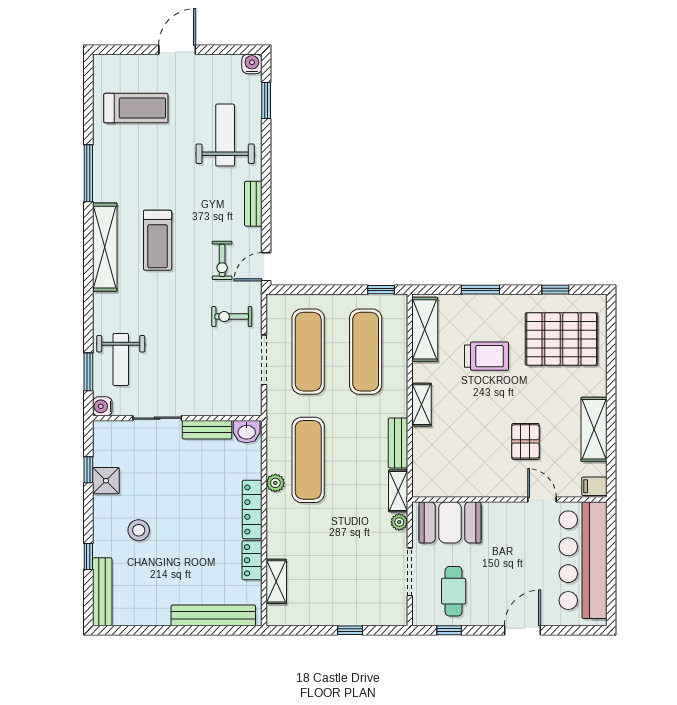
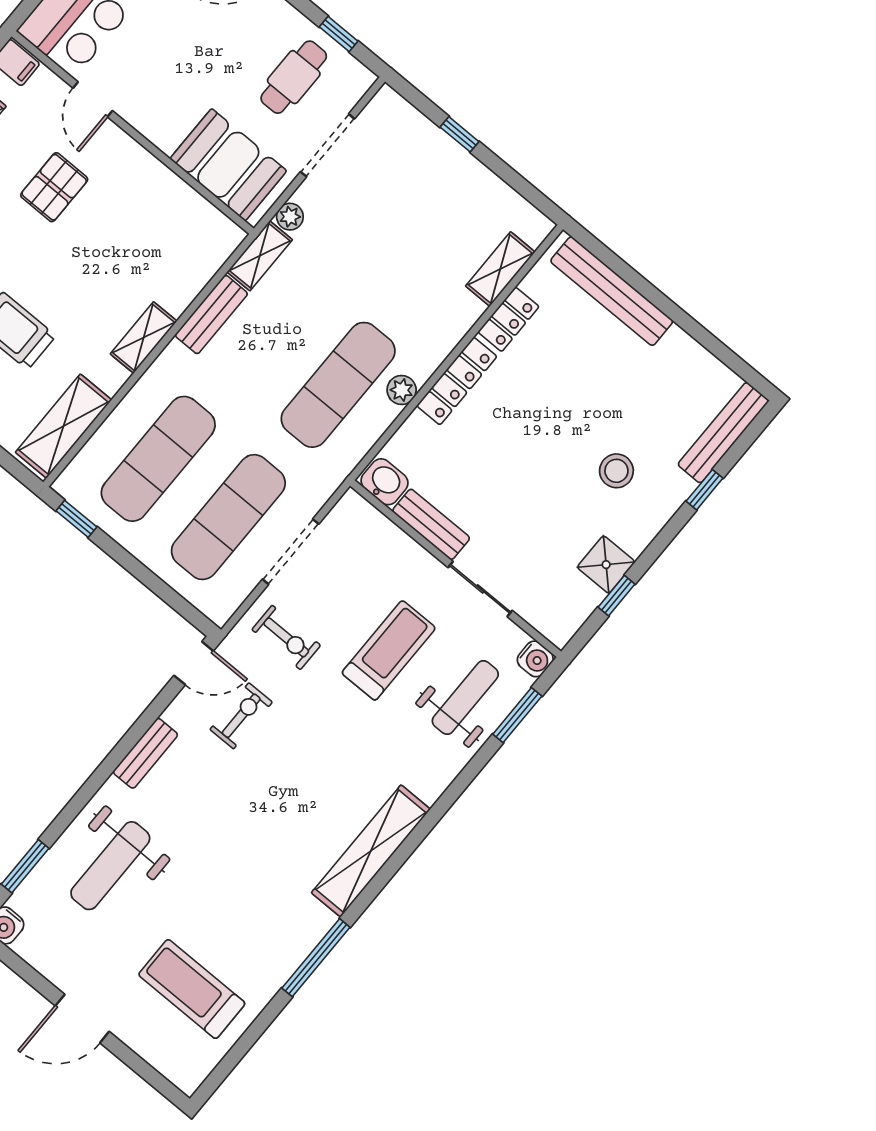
treadmill: (158, 240) -> (389, 650), moved

